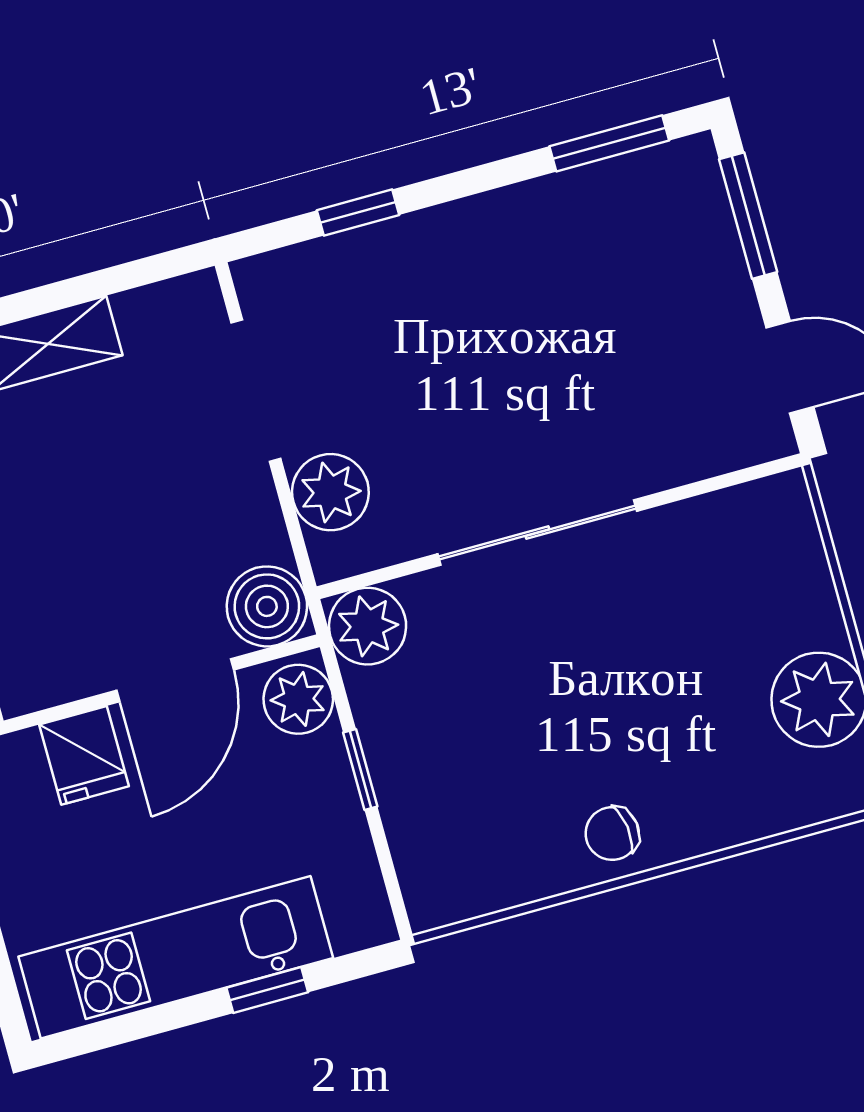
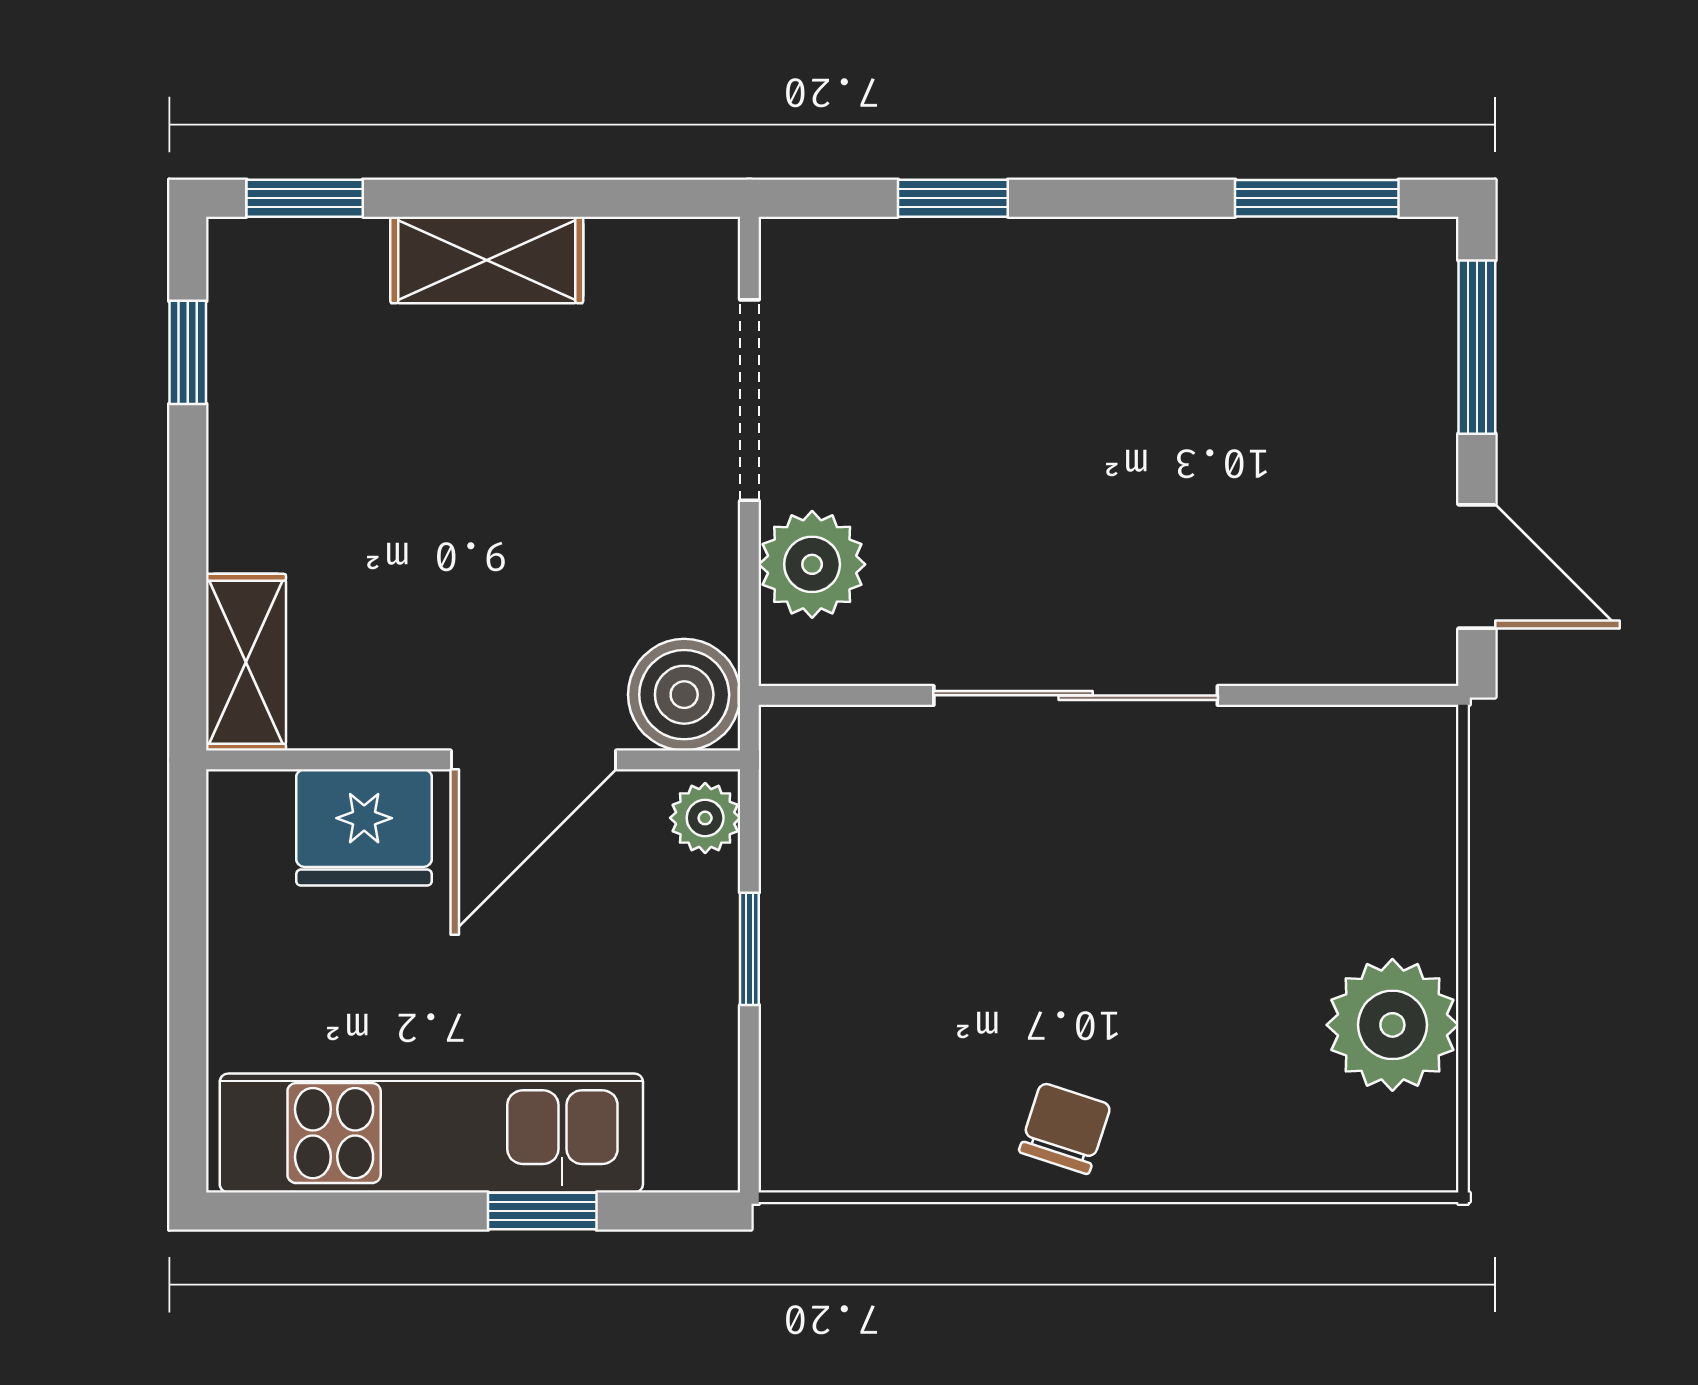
plant: (368, 626) -> (812, 758), removed
plant: (298, 699) -> (705, 818), width x0.73, depth x0.73
fridge: (84, 755) -> (364, 827), width x1.38
chair: (612, 834) -> (1065, 1128), turned 116

